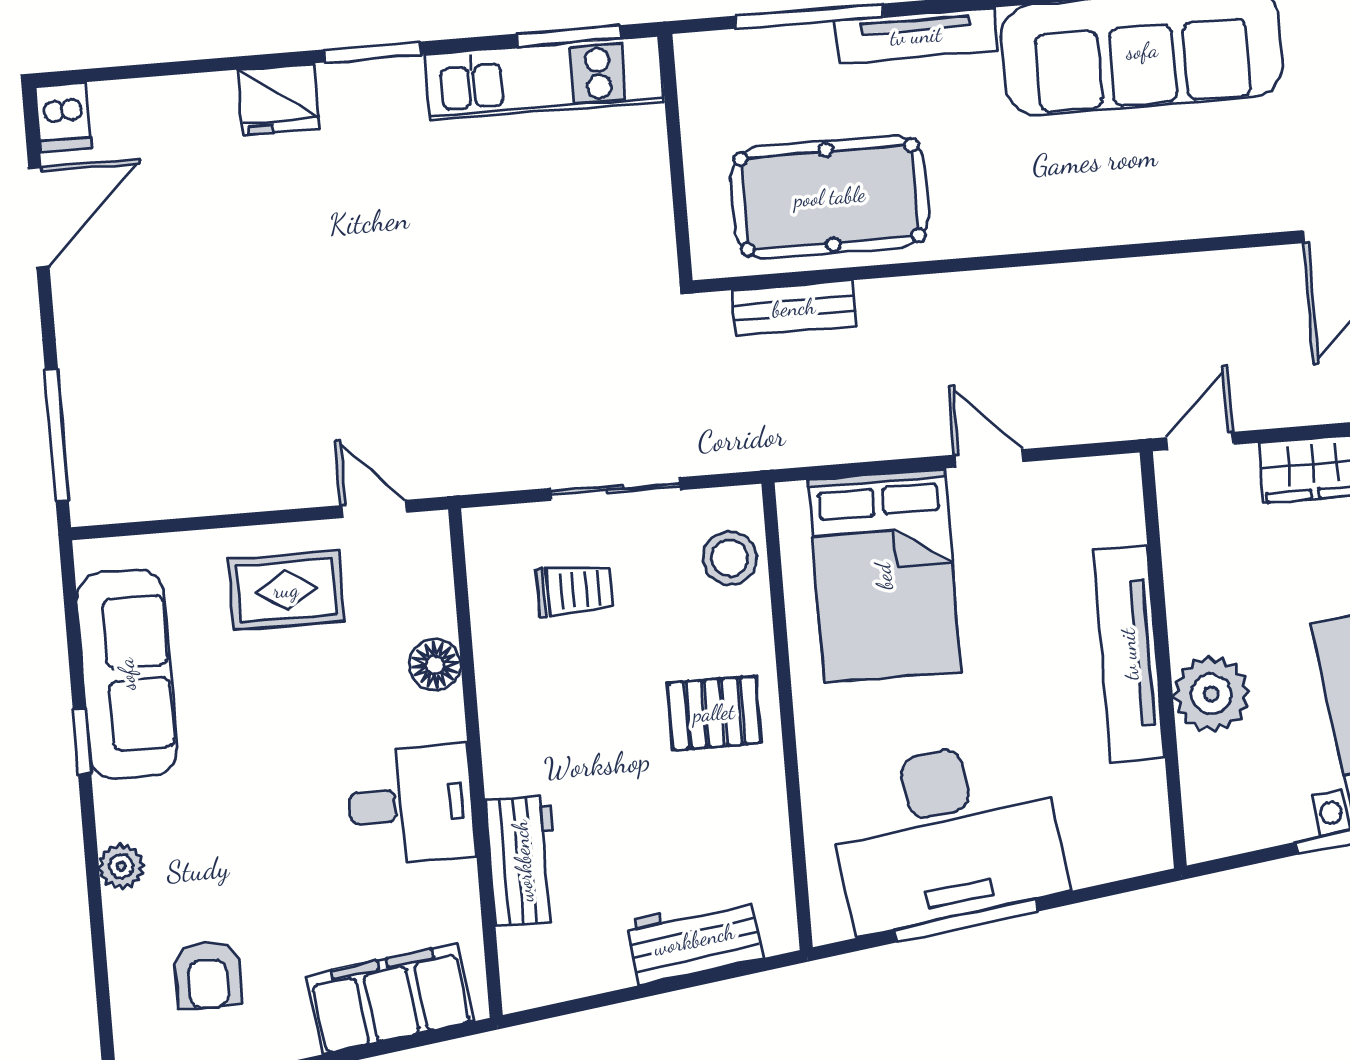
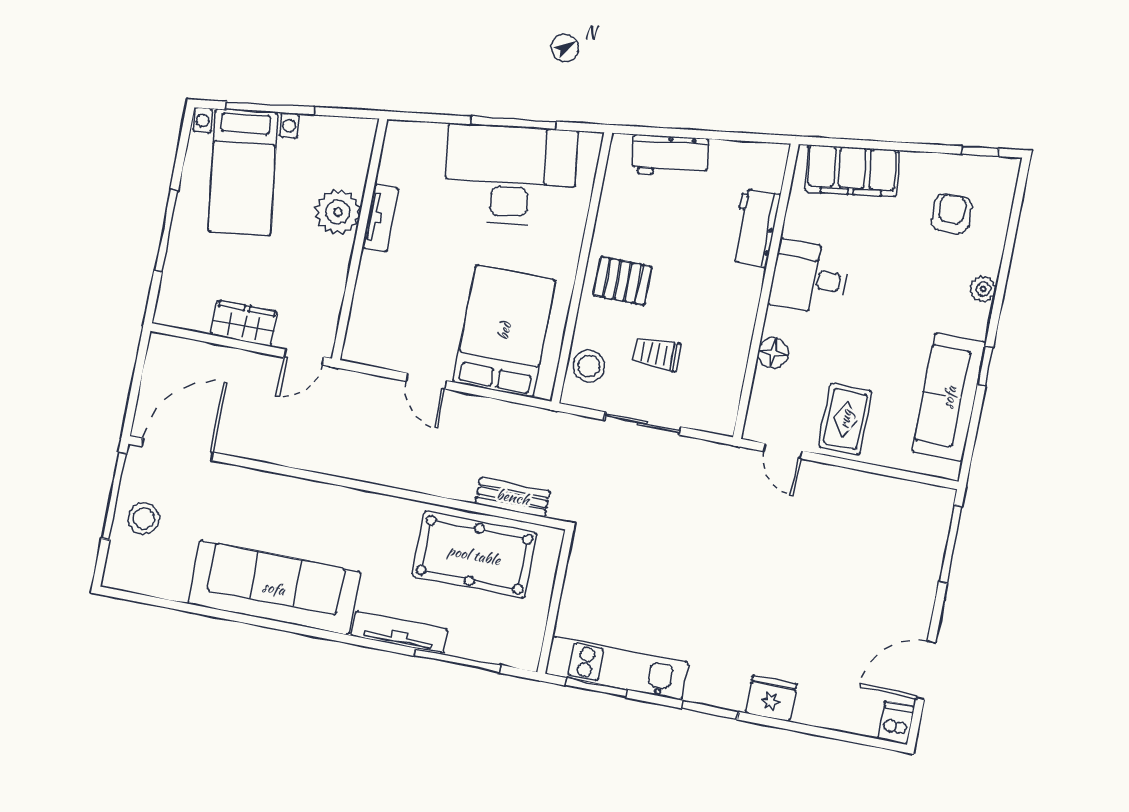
rug: (286, 590) -> (845, 419), turned 90
trolley: (575, 590) -> (657, 354), moved
tv unit: (1129, 654) -> (380, 218), width x0.52, depth x0.78

